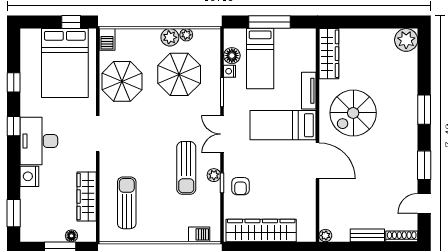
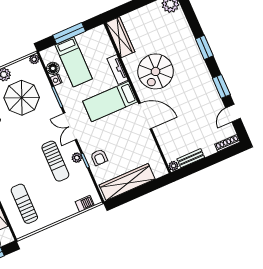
plant: (186, 35) -> (34, 59), moved
bench: (367, 235) -> (191, 158), moved

